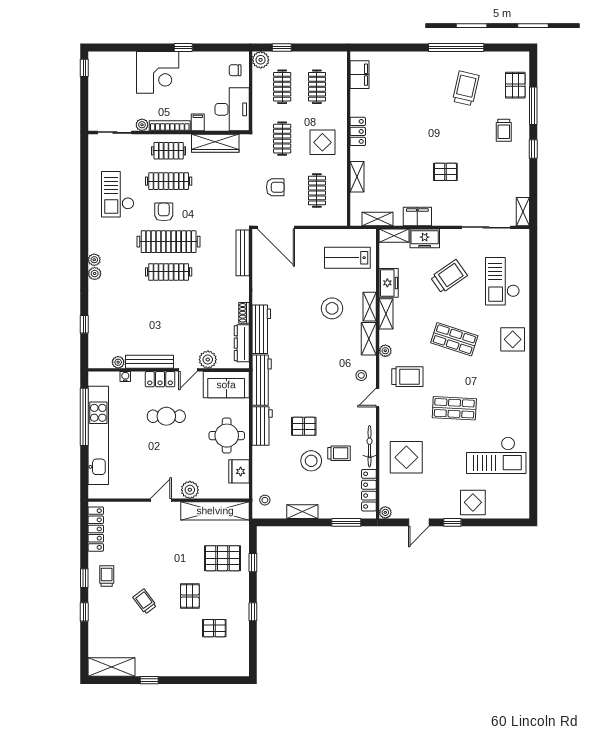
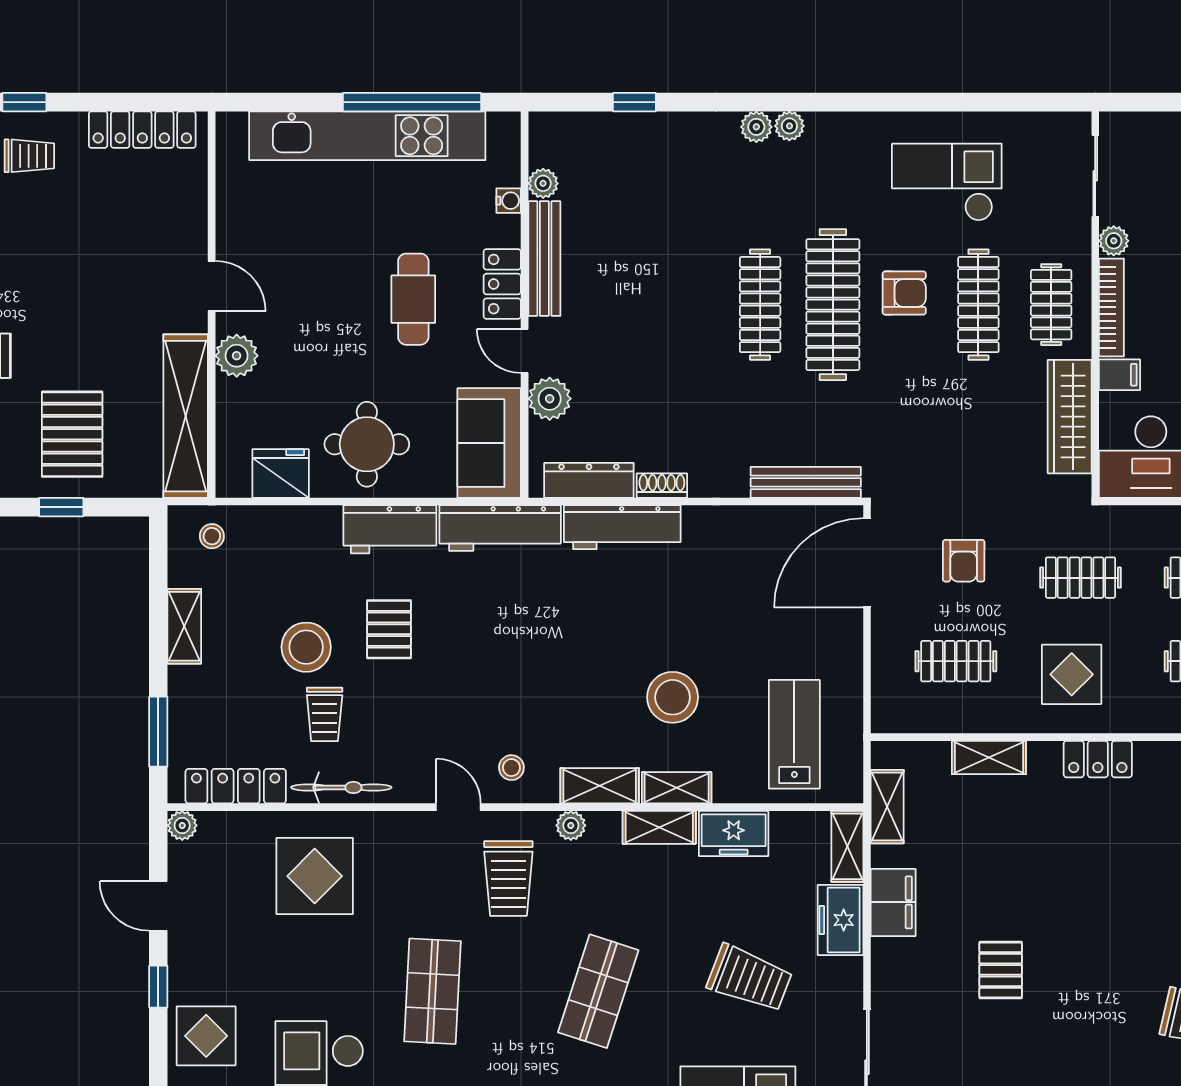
trolley: (449, 276) -> (750, 978), turned -34

